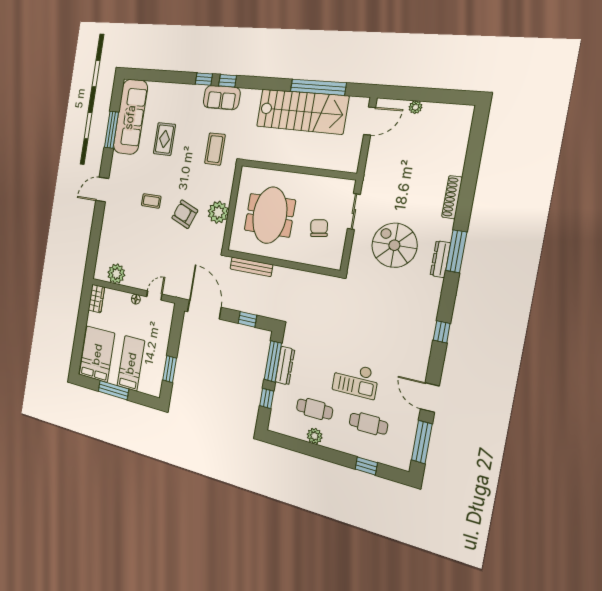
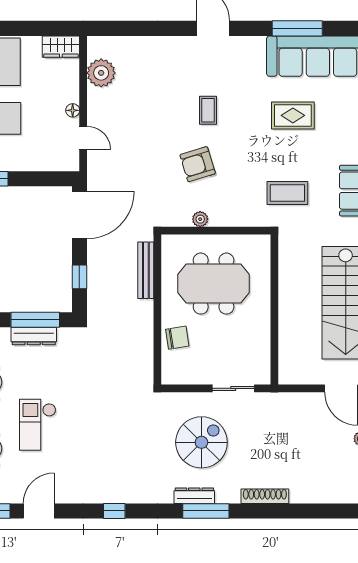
plant: (218, 212) -> (200, 219), width x0.53, depth x0.53
armchair: (185, 214) -> (198, 164), turned -129
chair: (319, 228) -> (177, 338), moved

